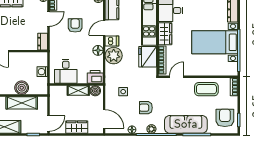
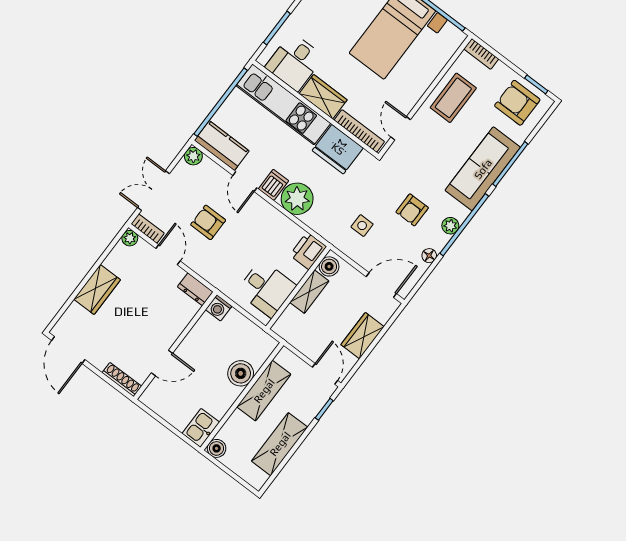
floor lamp: (98, 50) -> (272, 216), removed
washing machine: (42, 72) -> (219, 308), moved

